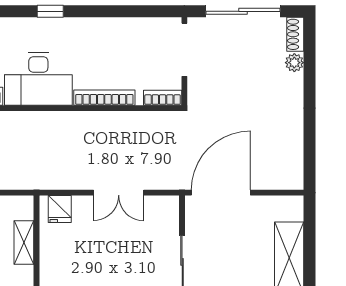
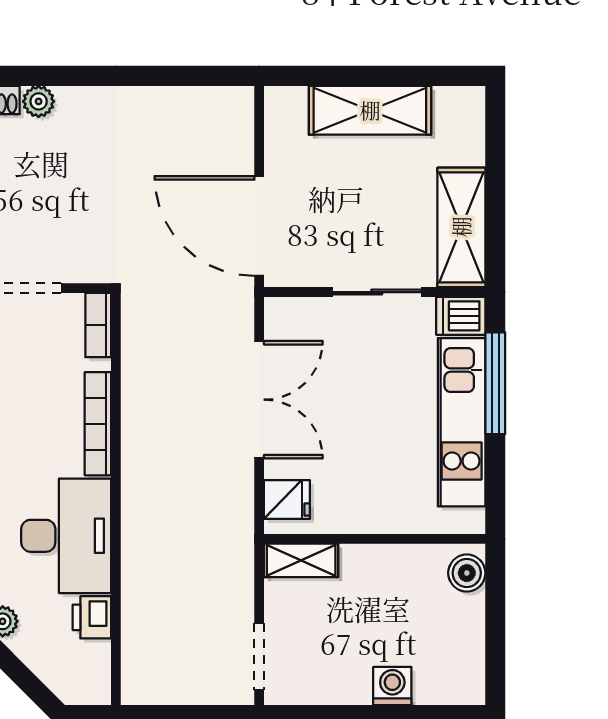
double door: (119, 193) -> (259, 400), width x1.37
shelving: (24, 243) -> (301, 560), moved

